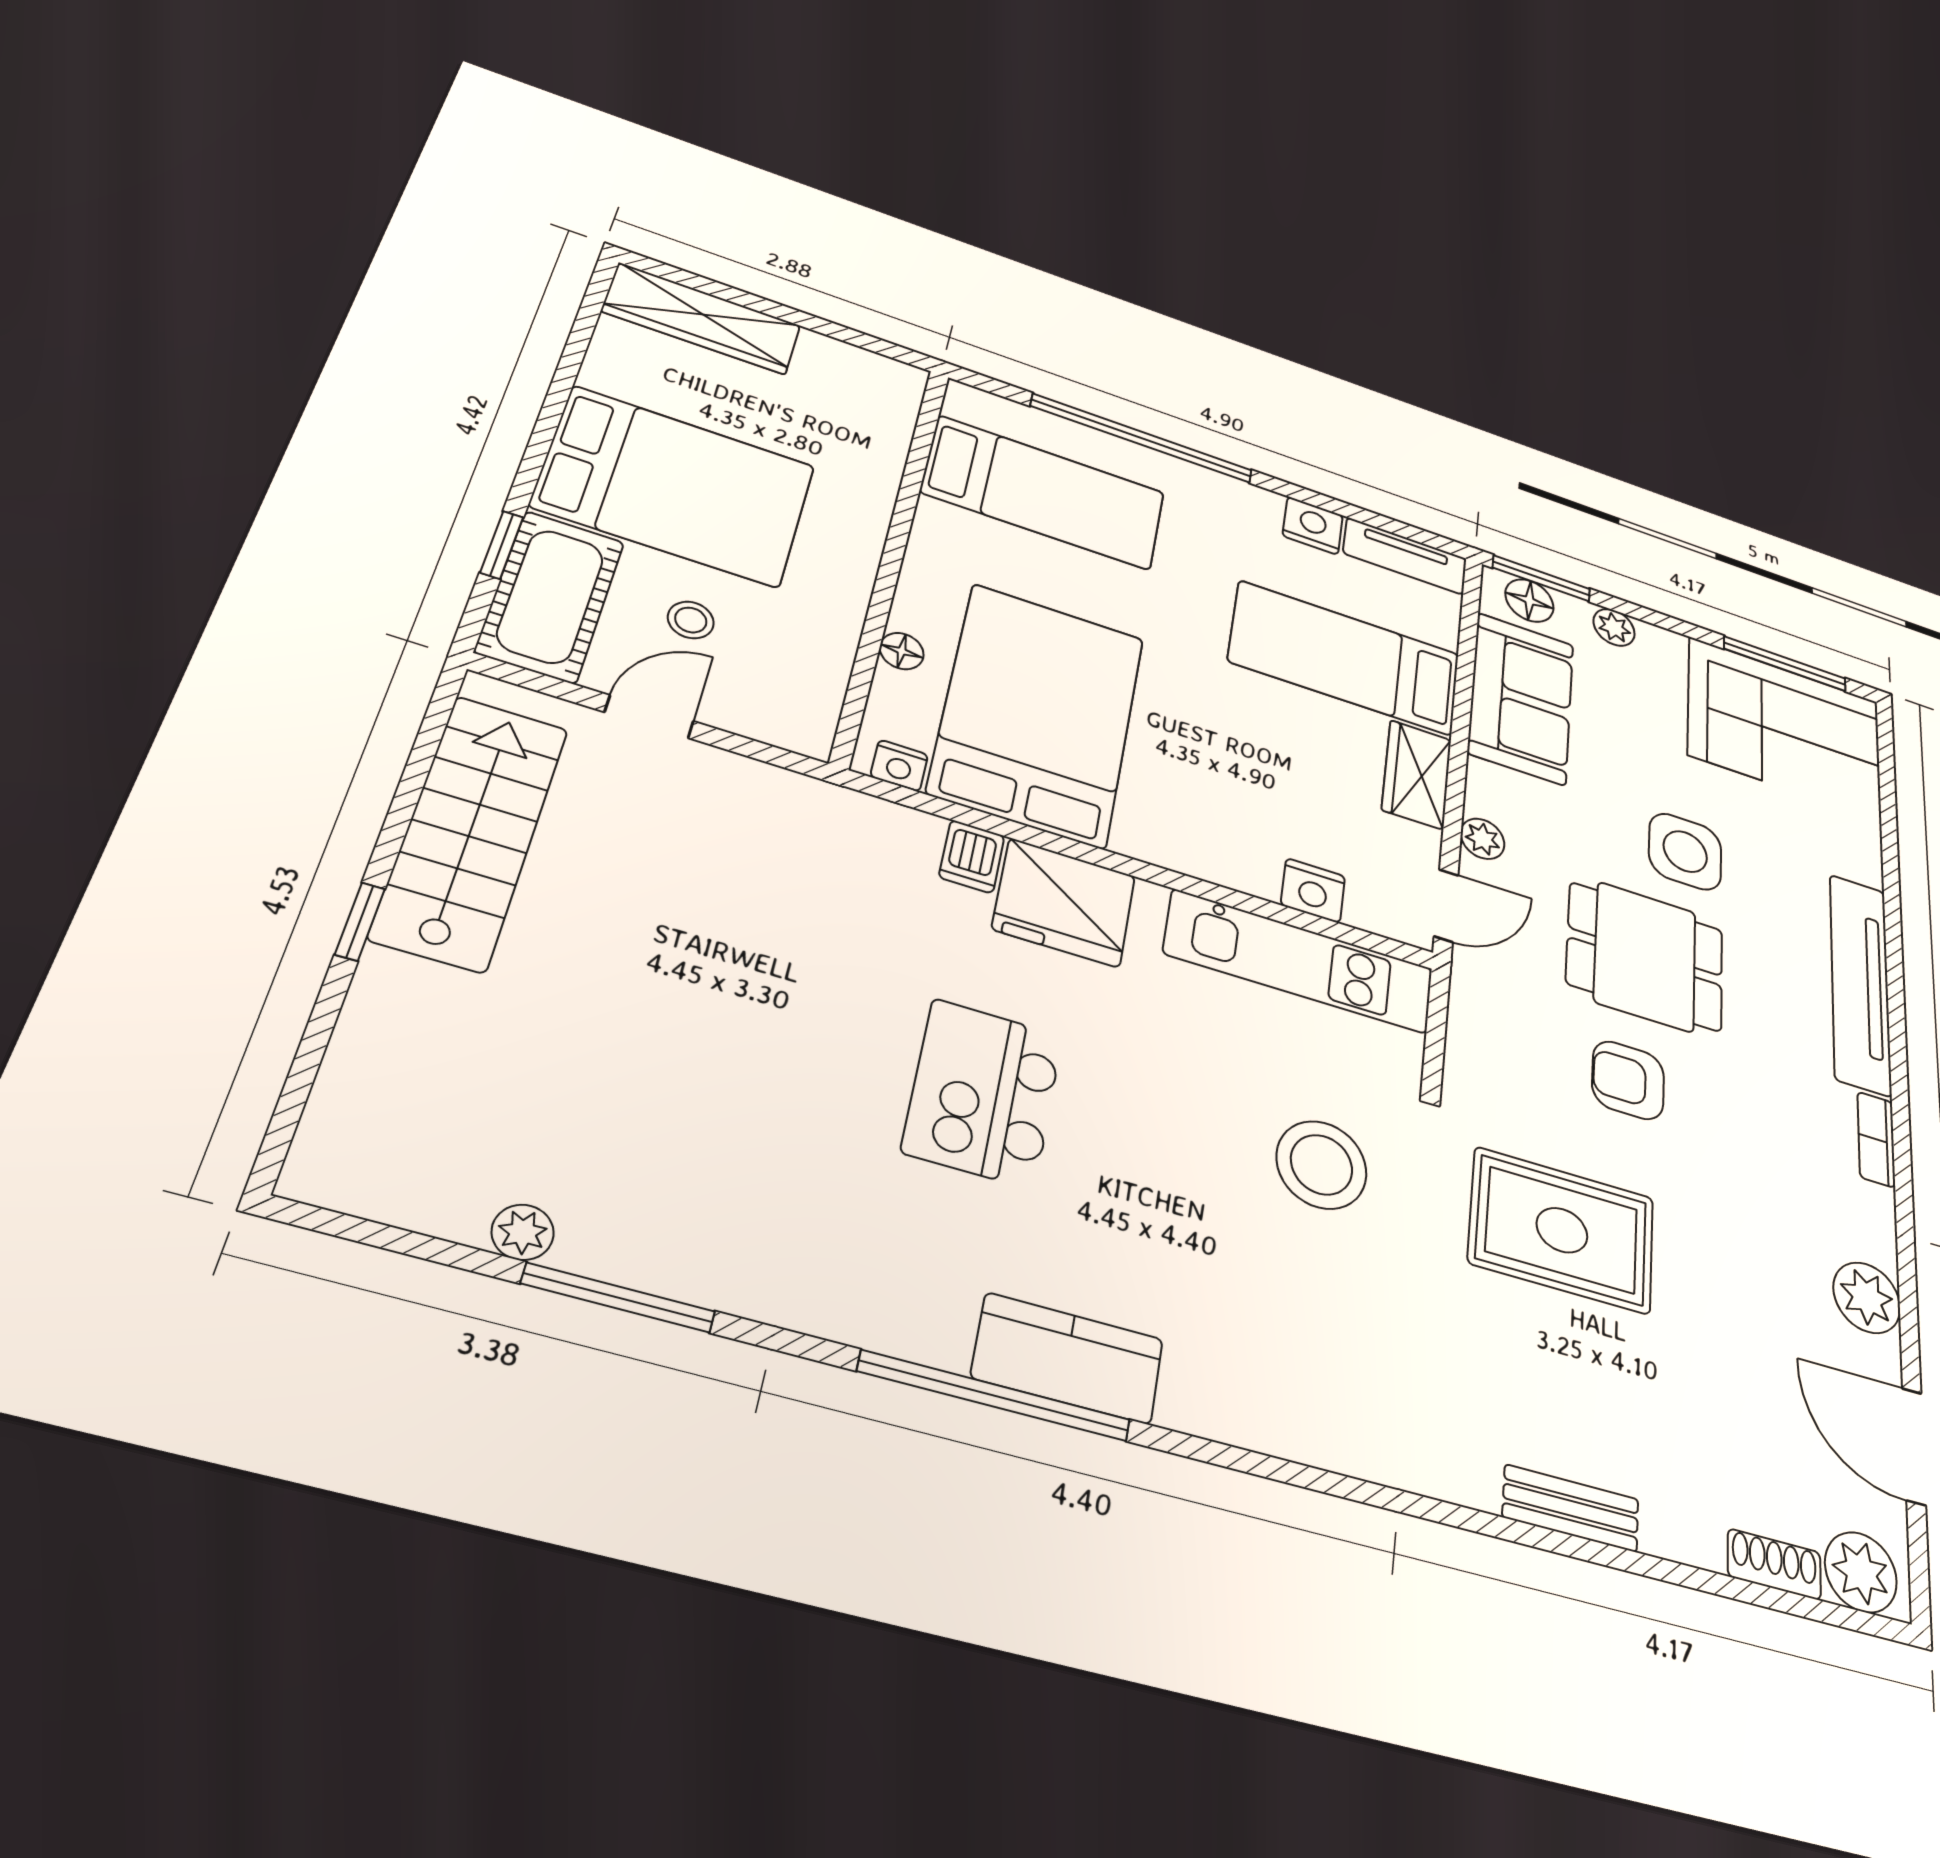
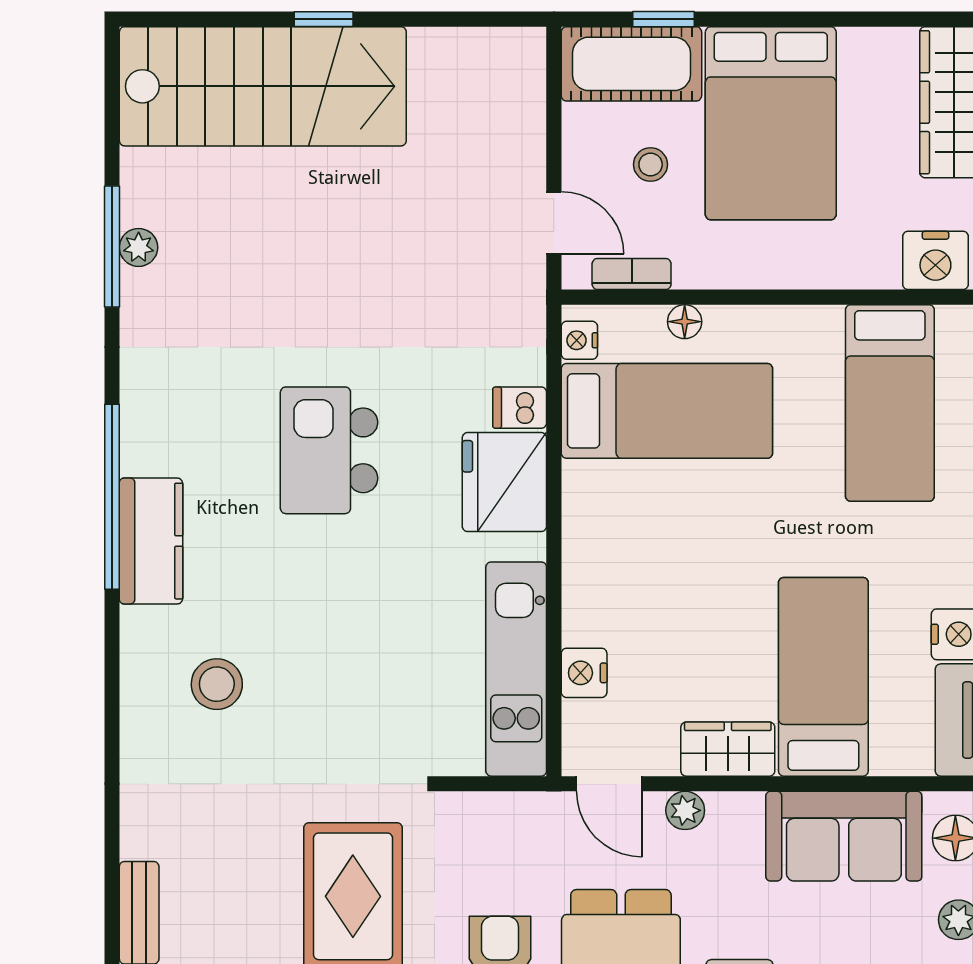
nightstand: (887, 396) -> (935, 260), added
bookcase: (827, 685) -> (632, 274), added
bed: (1038, 714) -> (667, 411), width x0.67
door: (649, 717) -> (554, 223), moved
stairs: (471, 831) -> (263, 86), moved, width x1.36, depth x1.51
kitchen island: (983, 1093) -> (329, 450), turned -90
stool: (1322, 1165) -> (217, 684), moved, width x0.73, depth x0.73
plant: (523, 1232) -> (139, 247), moved

